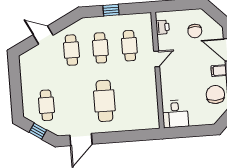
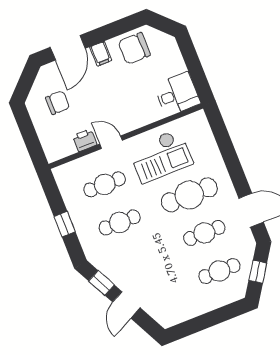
window: (63, 23) -> (102, 283), added
printer: (163, 27) -> (85, 140), moved
cafe table: (71, 50) -> (204, 233), moved
checkout: (137, 90) -> (161, 156), added

